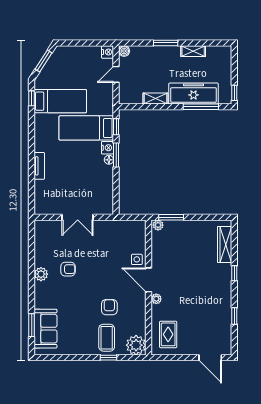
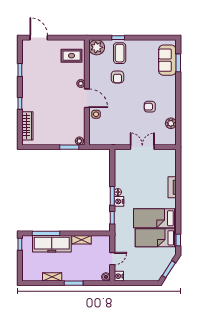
bed: (86, 128) -> (155, 218), moved, turned 180
plant: (41, 274) -> (171, 123), moved
rug: (168, 334) -> (72, 56), turned 90

